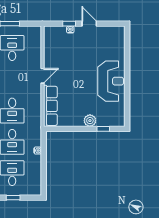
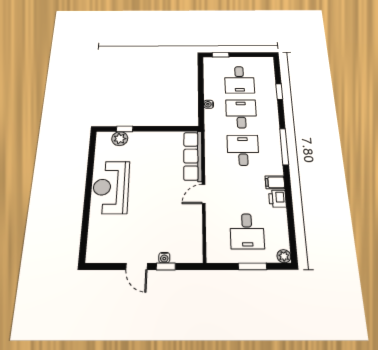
plant: (90, 121) -> (120, 139), moved
window: (13, 198) -> (221, 55), moved

